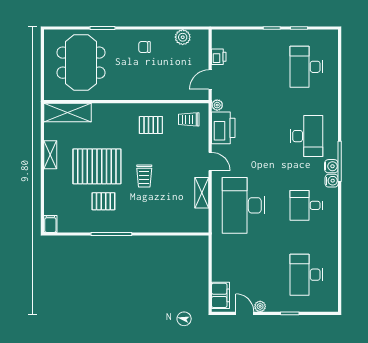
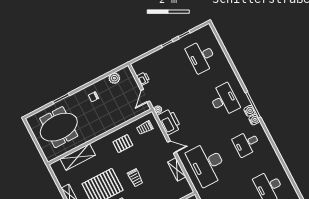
meeting table: (81, 63) -> (59, 127), turned 90
shelving: (67, 112) -> (78, 157), moved

